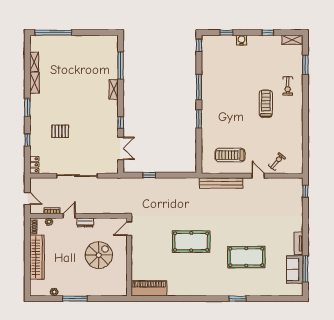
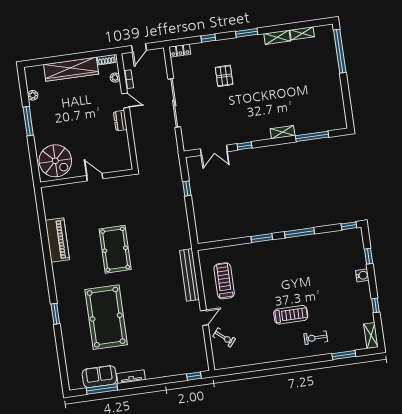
door: (129, 229) -> (95, 177), moved
spiral stairs: (99, 255) -> (55, 161), moved
pool table: (246, 257) -> (106, 317), width x1.36, depth x1.32
piano: (149, 288) -> (57, 240), moved

